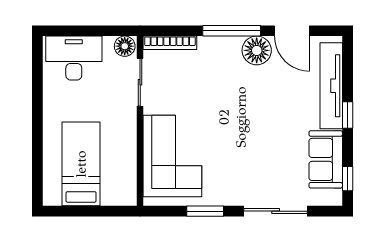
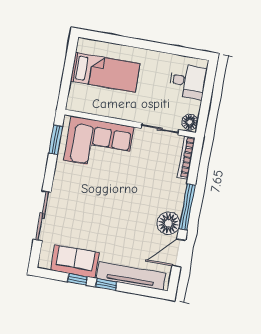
desk: (74, 58) -> (188, 81), width x0.73
window: (348, 179) -> (77, 279), moved
window: (205, 211) -> (56, 140), moved

